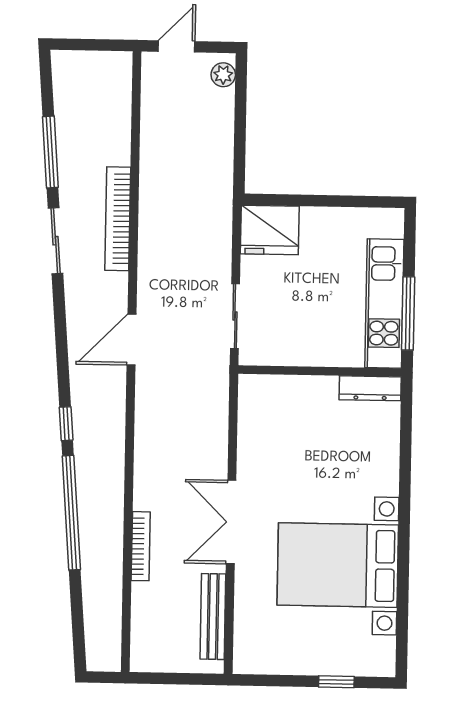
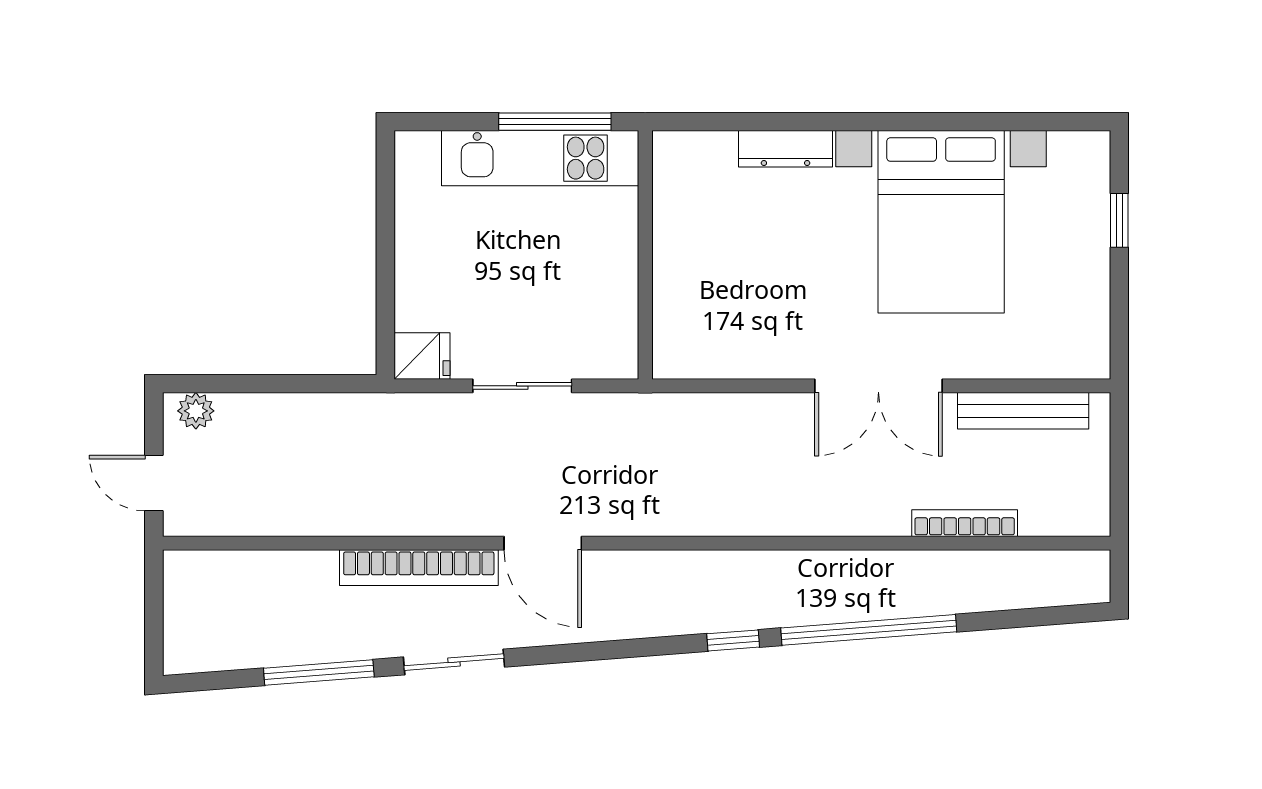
fridge: (270, 230) -> (422, 356), width x0.53, depth x0.75
sliding door: (235, 316) -> (522, 386), moved
door: (132, 340) -> (543, 543), moved
dresser: (370, 388) -> (786, 149), moved, turned 90
bookcase: (141, 546) -> (965, 523), moved

